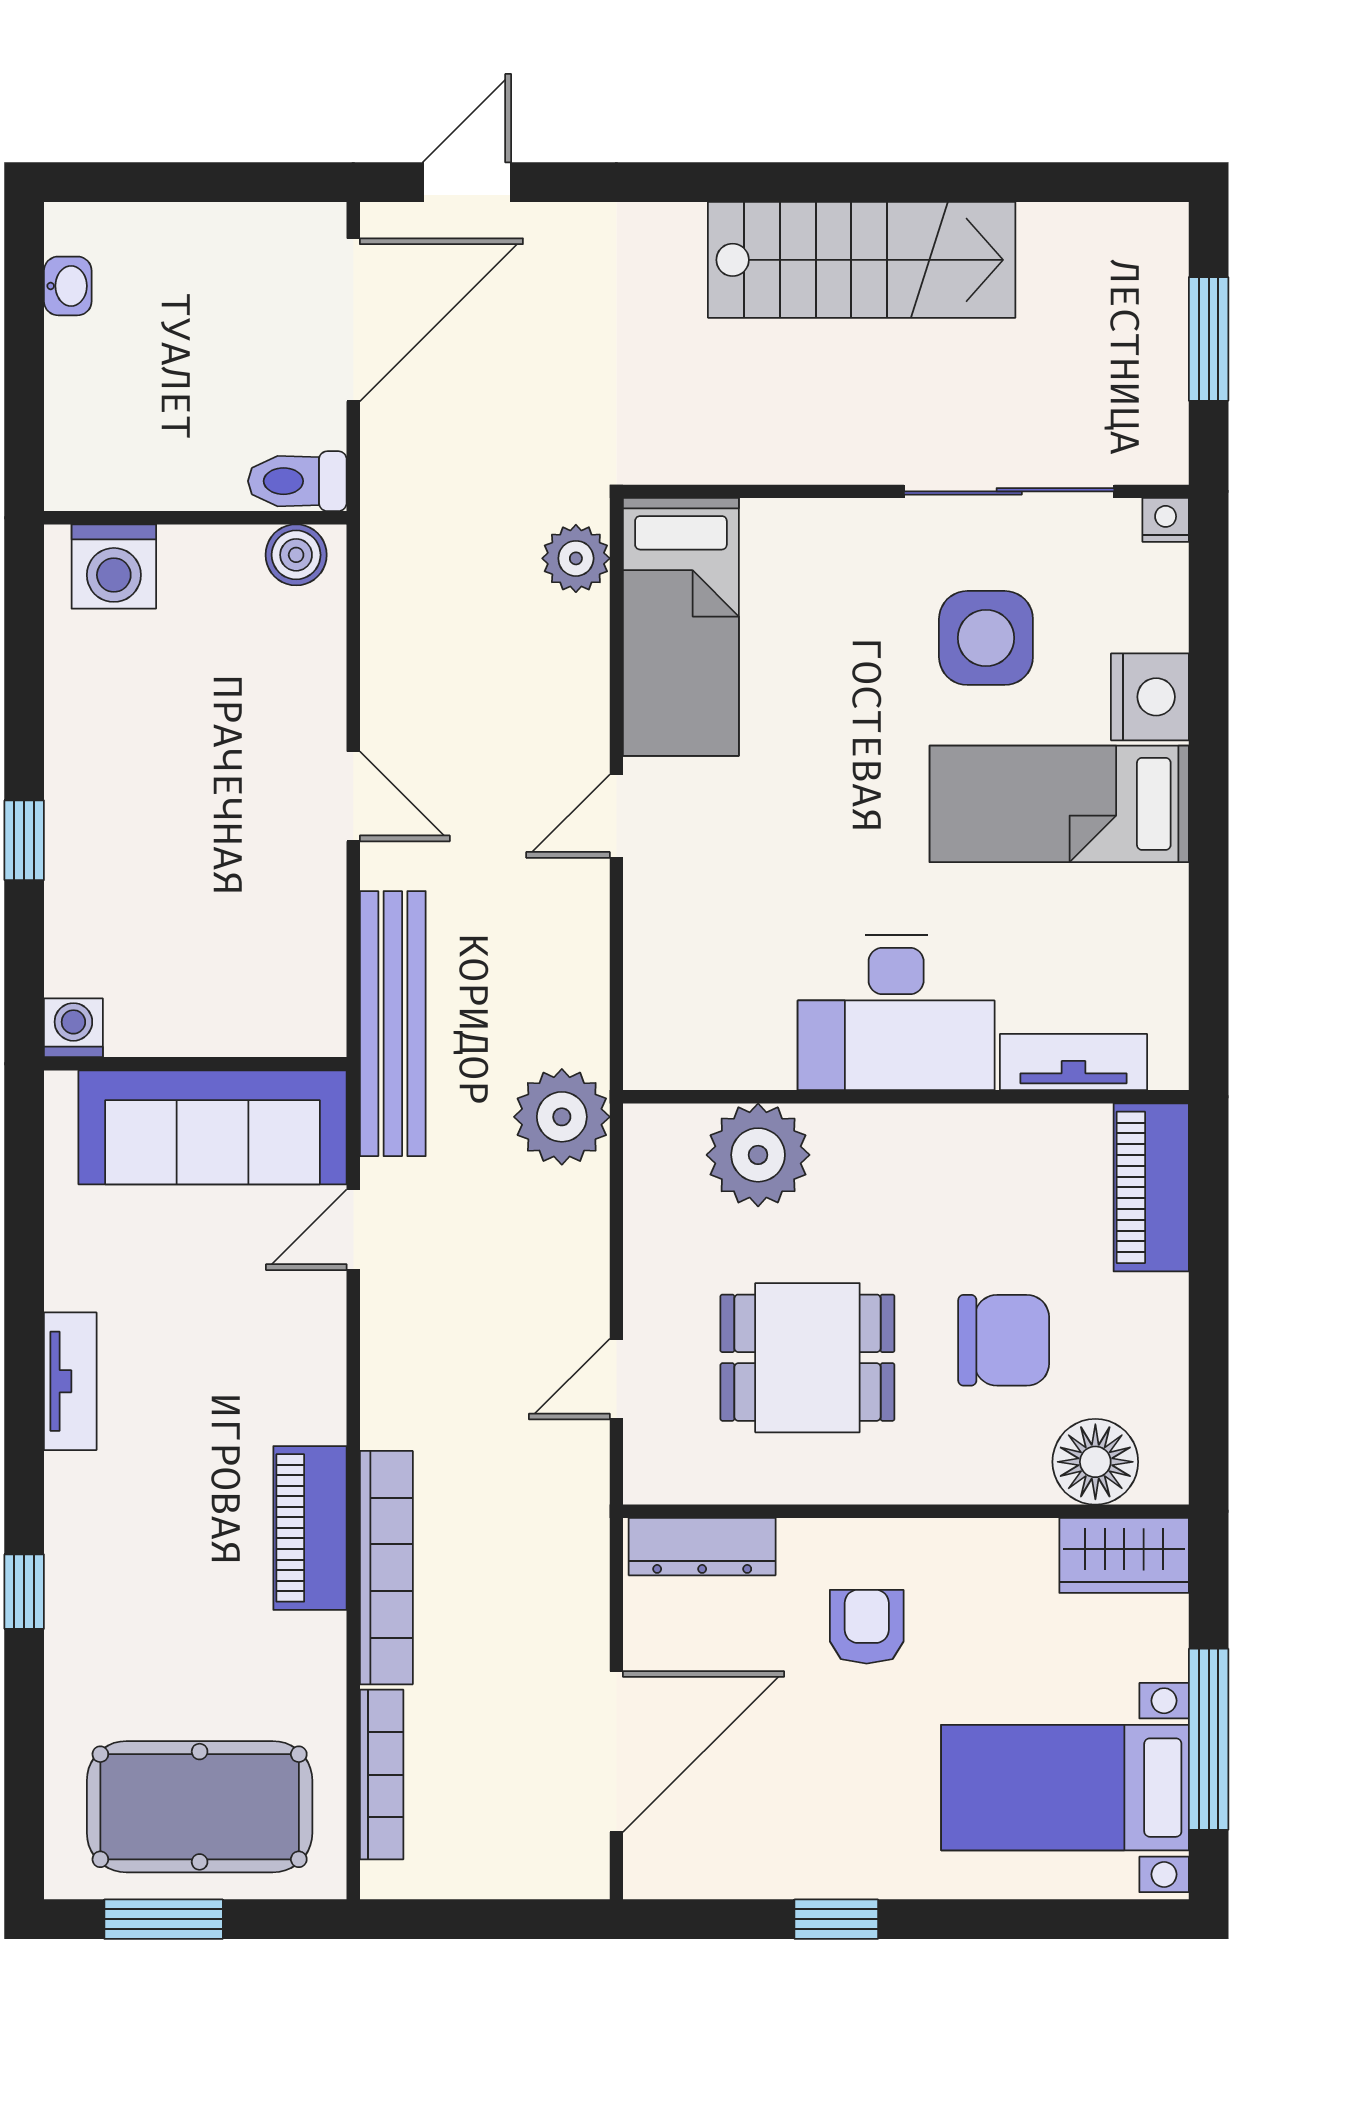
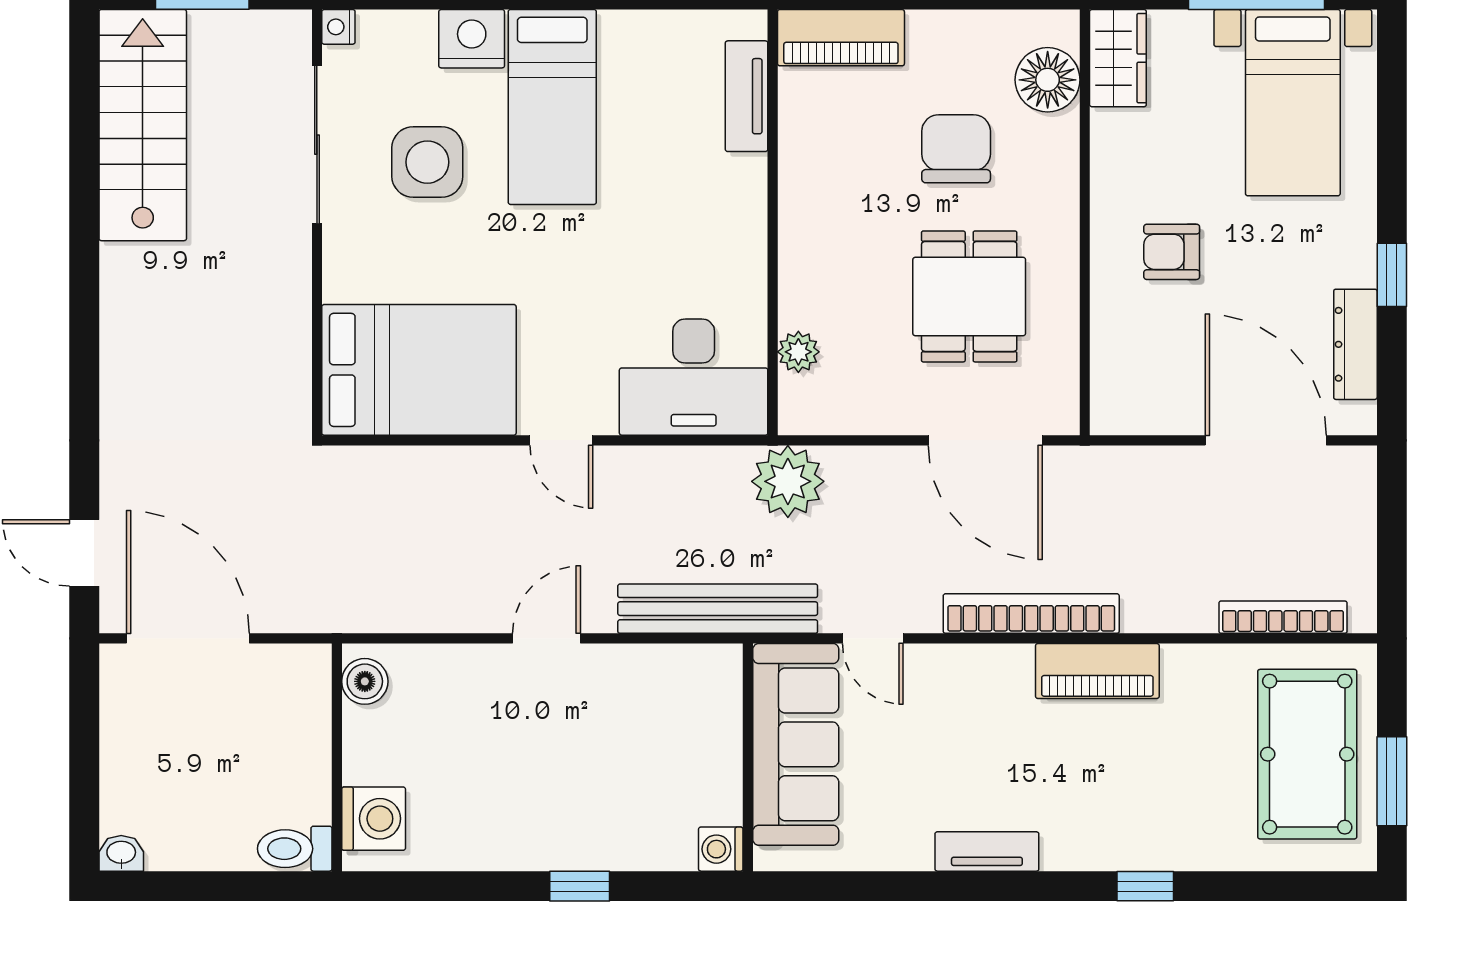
stairs: (862, 260) -> (143, 125), moved
washbasin: (68, 286) -> (121, 853), moved
toilet: (297, 481) -> (295, 849), moved, turned 90
plant: (576, 558) -> (367, 471), removed
bed: (681, 627) -> (419, 370), width x1.50
desk: (896, 1013) -> (694, 377), moved, turned 90
plant: (758, 1155) -> (798, 352), width x0.53, depth x0.53
door: (616, 1379) -> (985, 440), width x1.88
dresser: (702, 1547) -> (1355, 344), moved, turned 180
bookcase: (386, 1568) -> (1031, 614), moved

